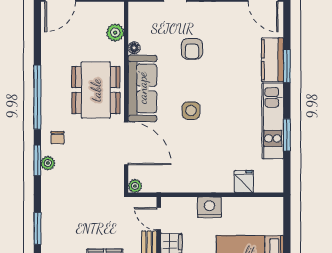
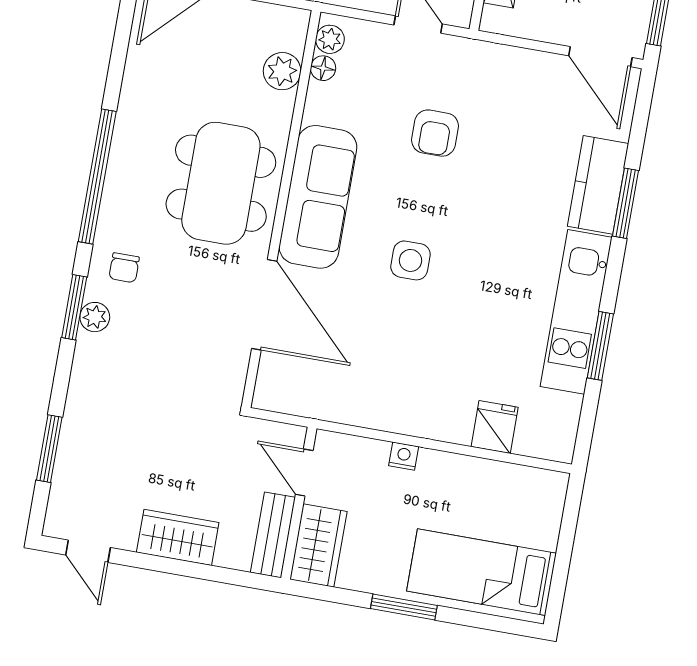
floor lamp: (134, 48) -> (323, 68), moved
plant: (135, 186) -> (330, 39), moved
nightstand: (209, 207) -> (404, 456), width x0.53, depth x0.56

